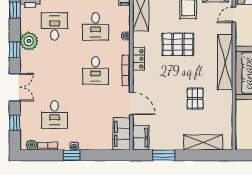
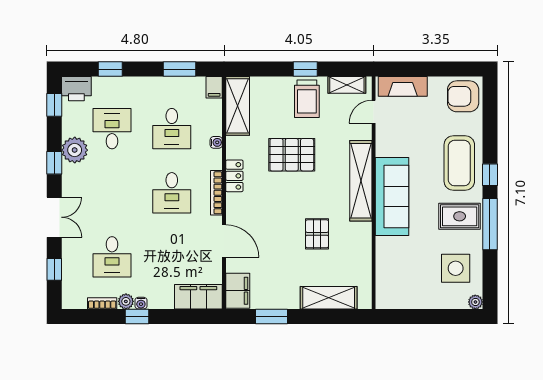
filing cabinet: (122, 134) -> (198, 297), moved, turned 90
plant: (32, 145) -> (126, 301), moved

